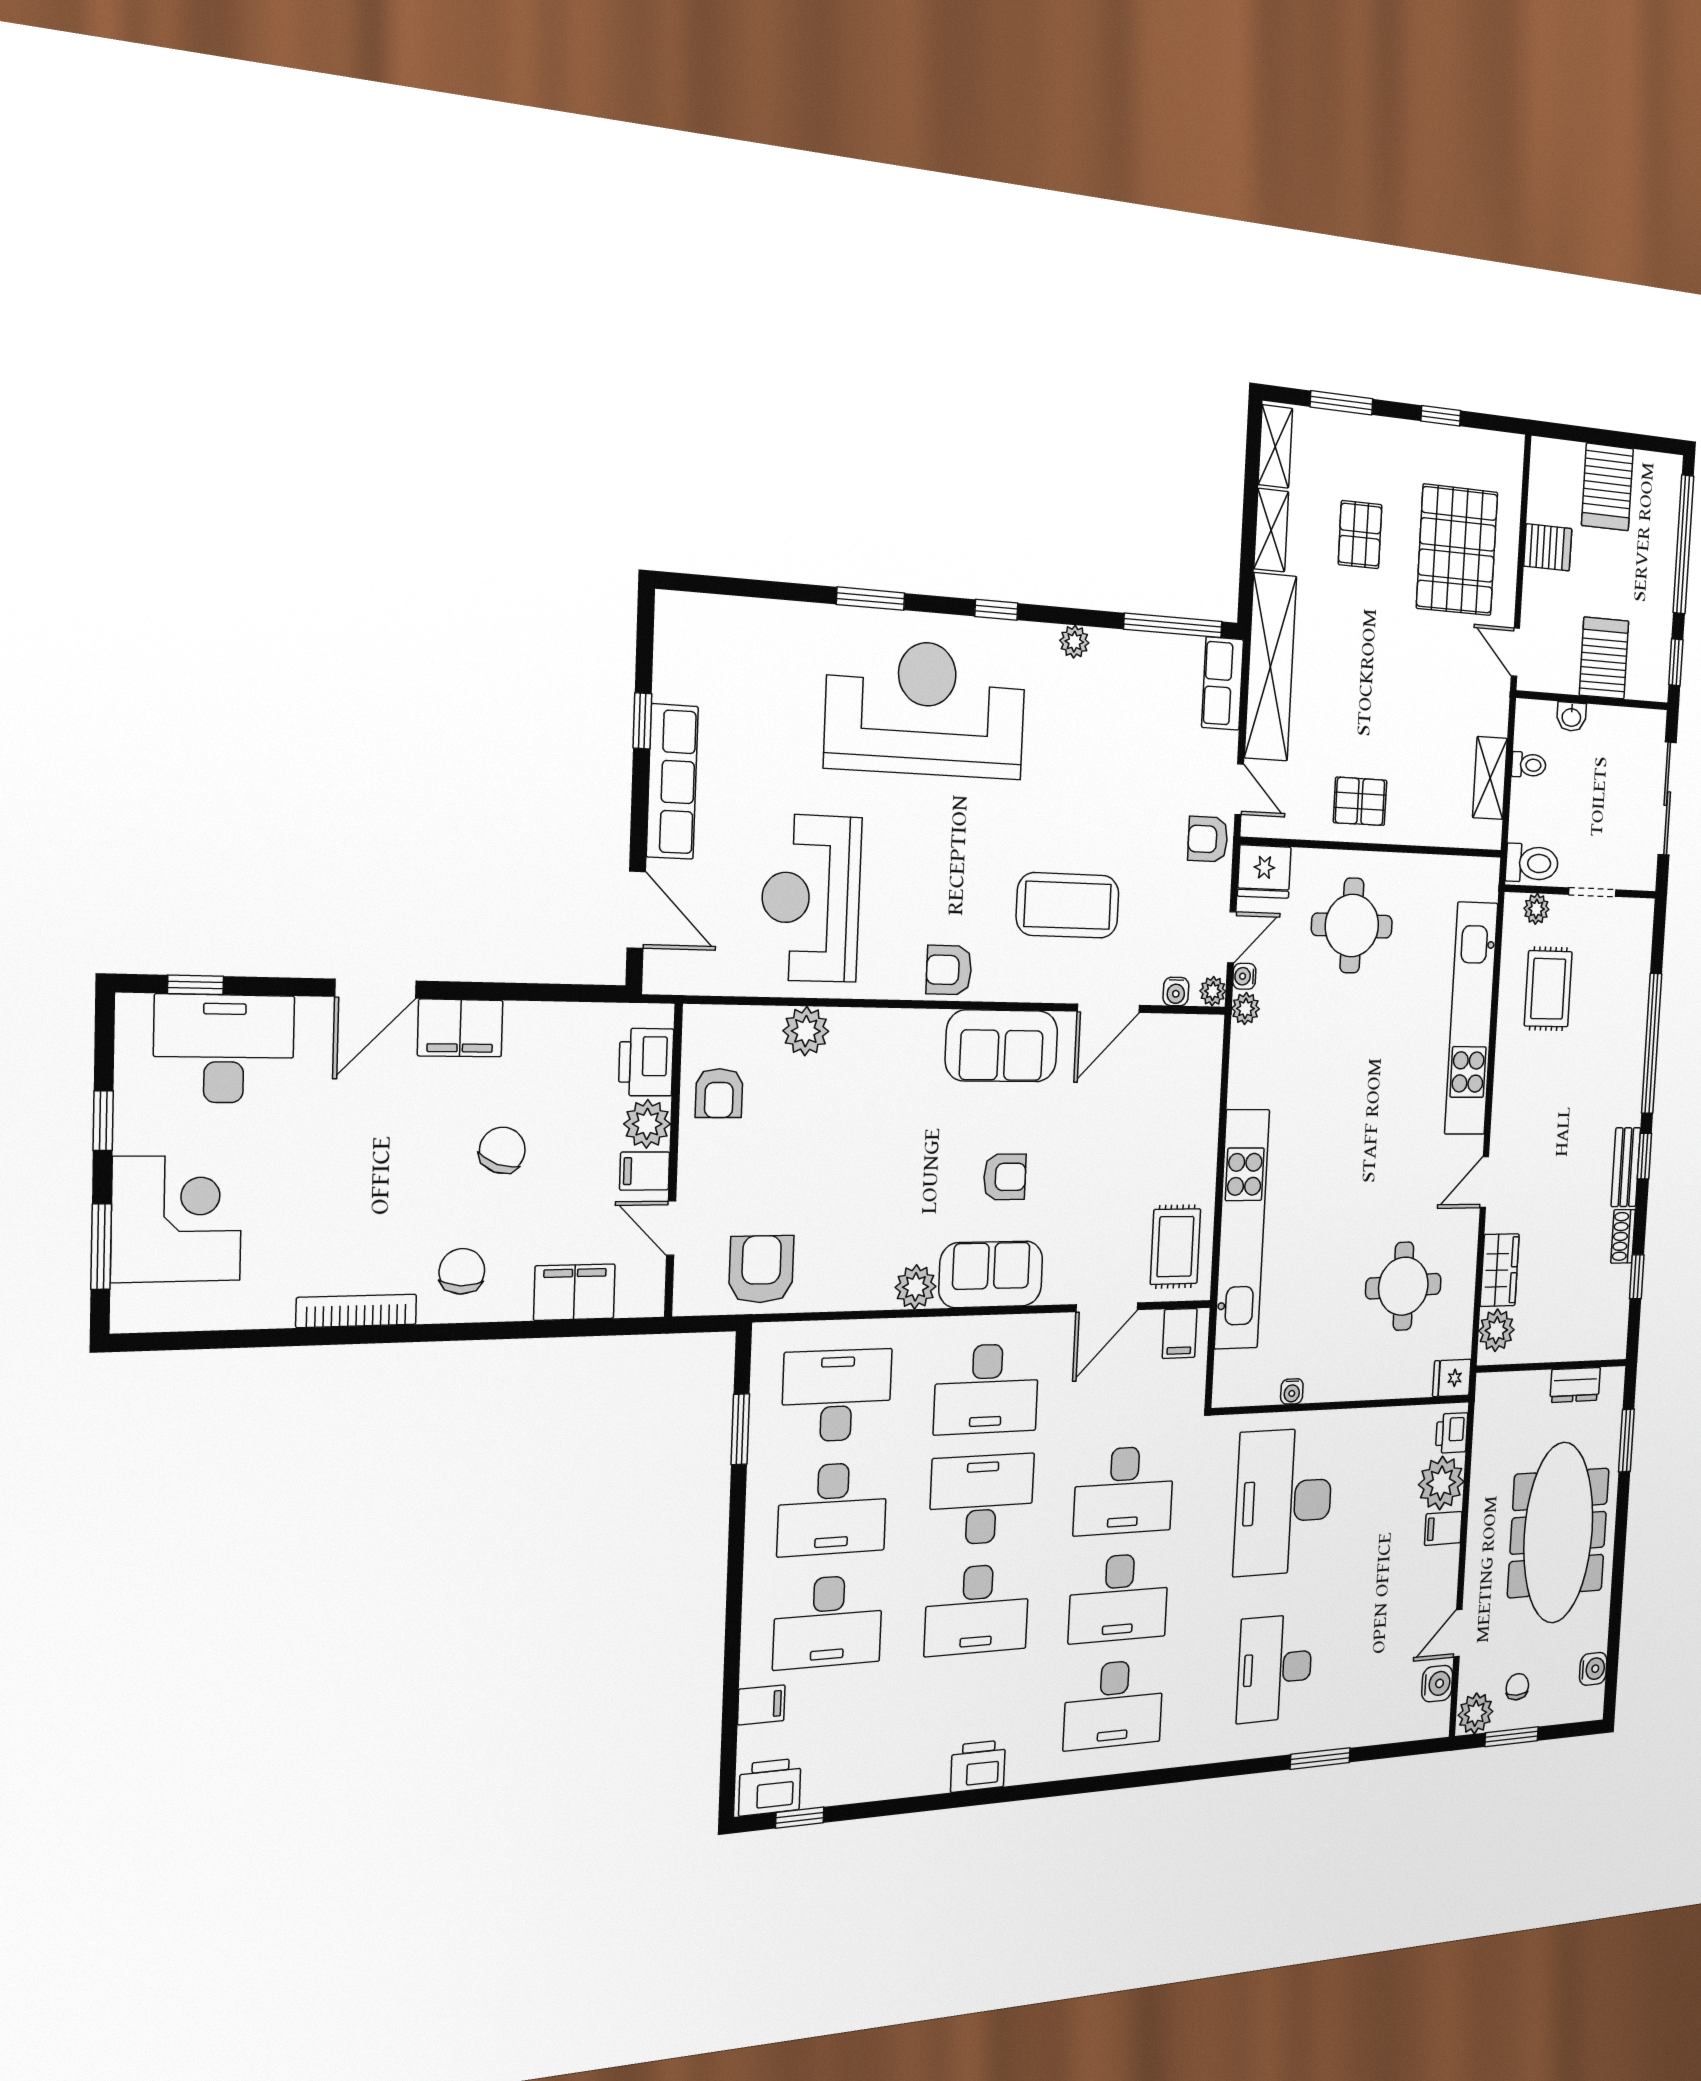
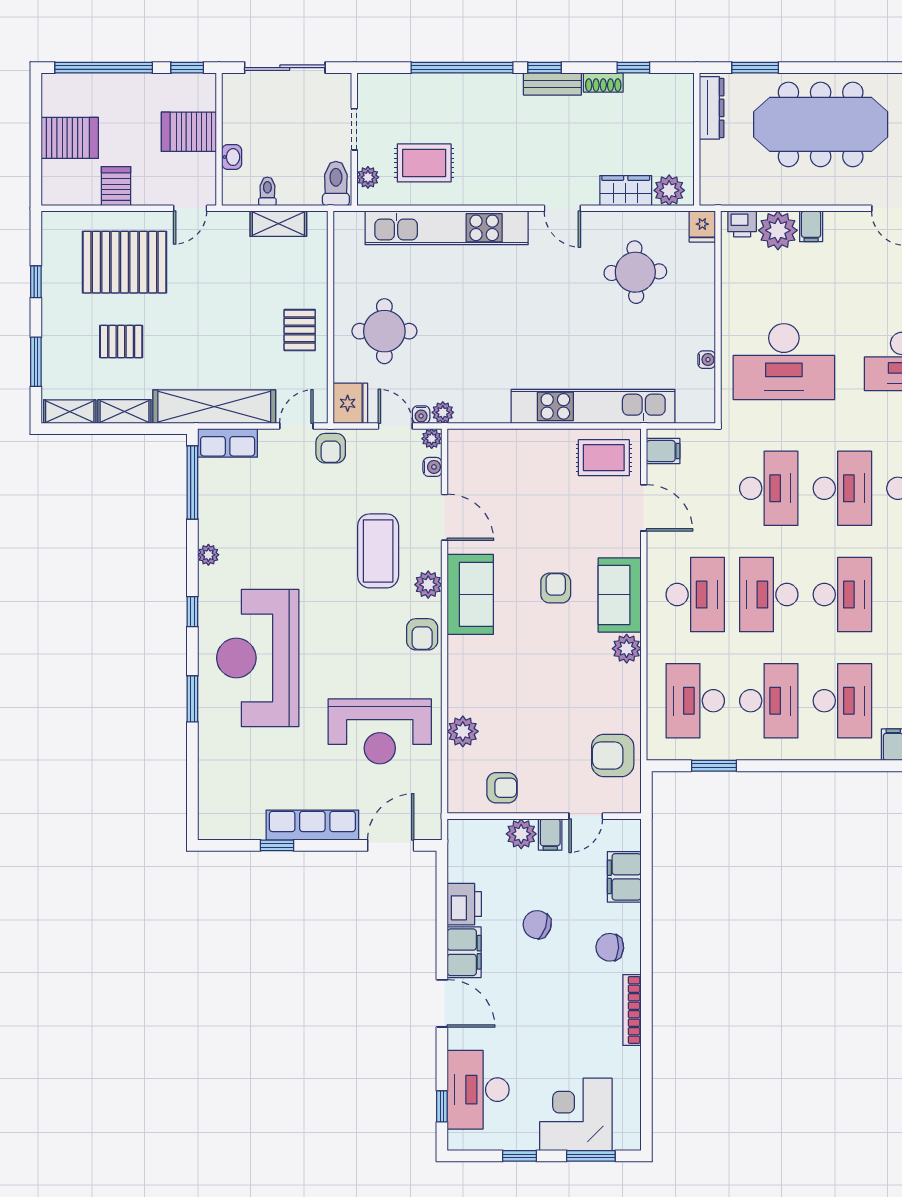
plant: (1018, 981) -> (428, 585), added
printer: (646, 1062) -> (464, 904), moved, turned -90
dresser: (1575, 1385) -> (712, 108), width x1.44

